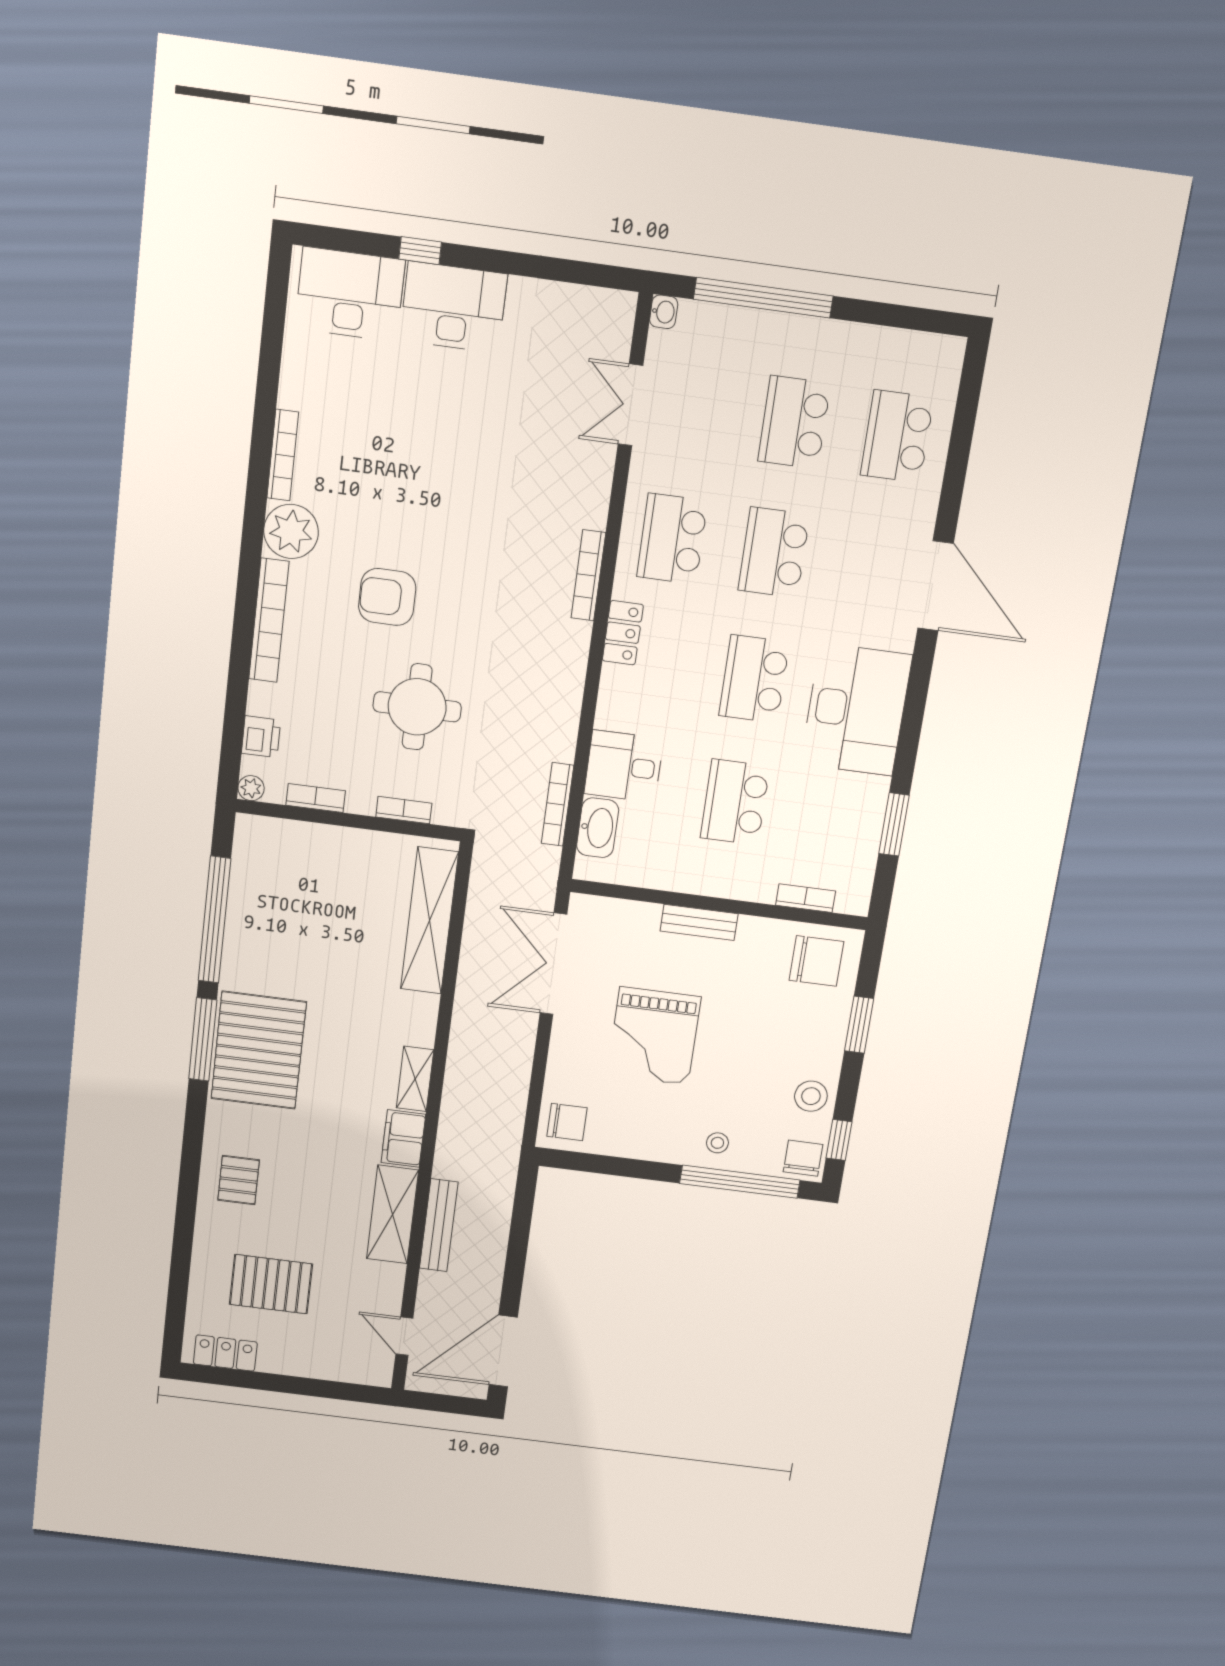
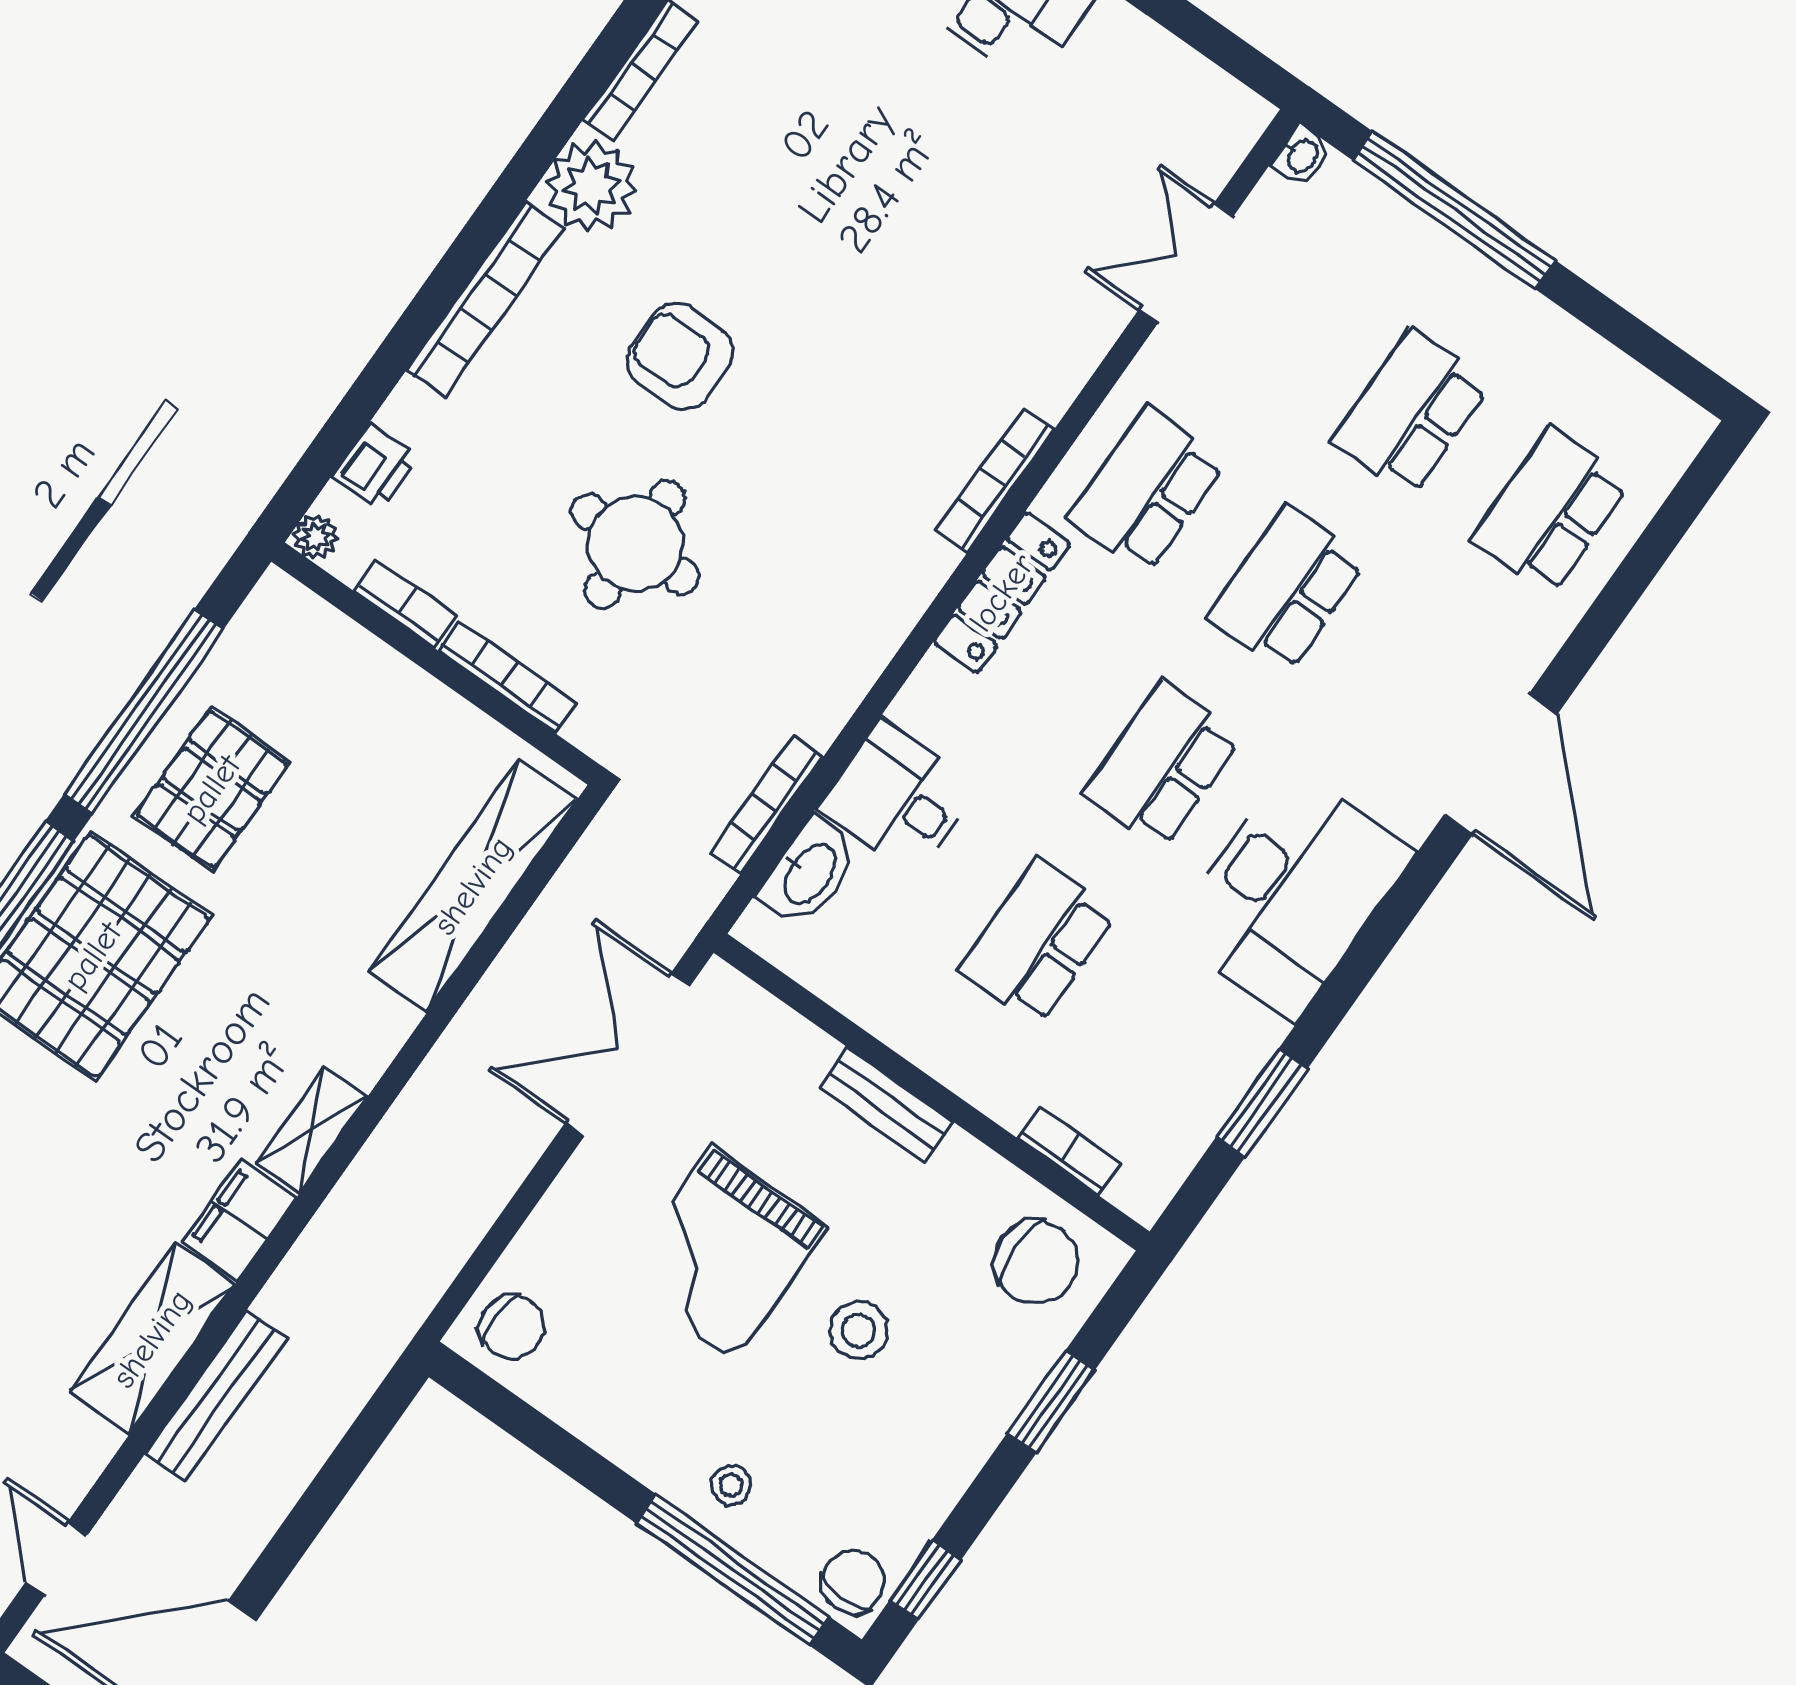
locker: (623, 633) -> (1002, 593), width x1.53
bookcase: (404, 810) -> (507, 677), width x1.56
pallet: (271, 940) -> (212, 789), added
stool: (811, 1096) -> (859, 1330), moved

